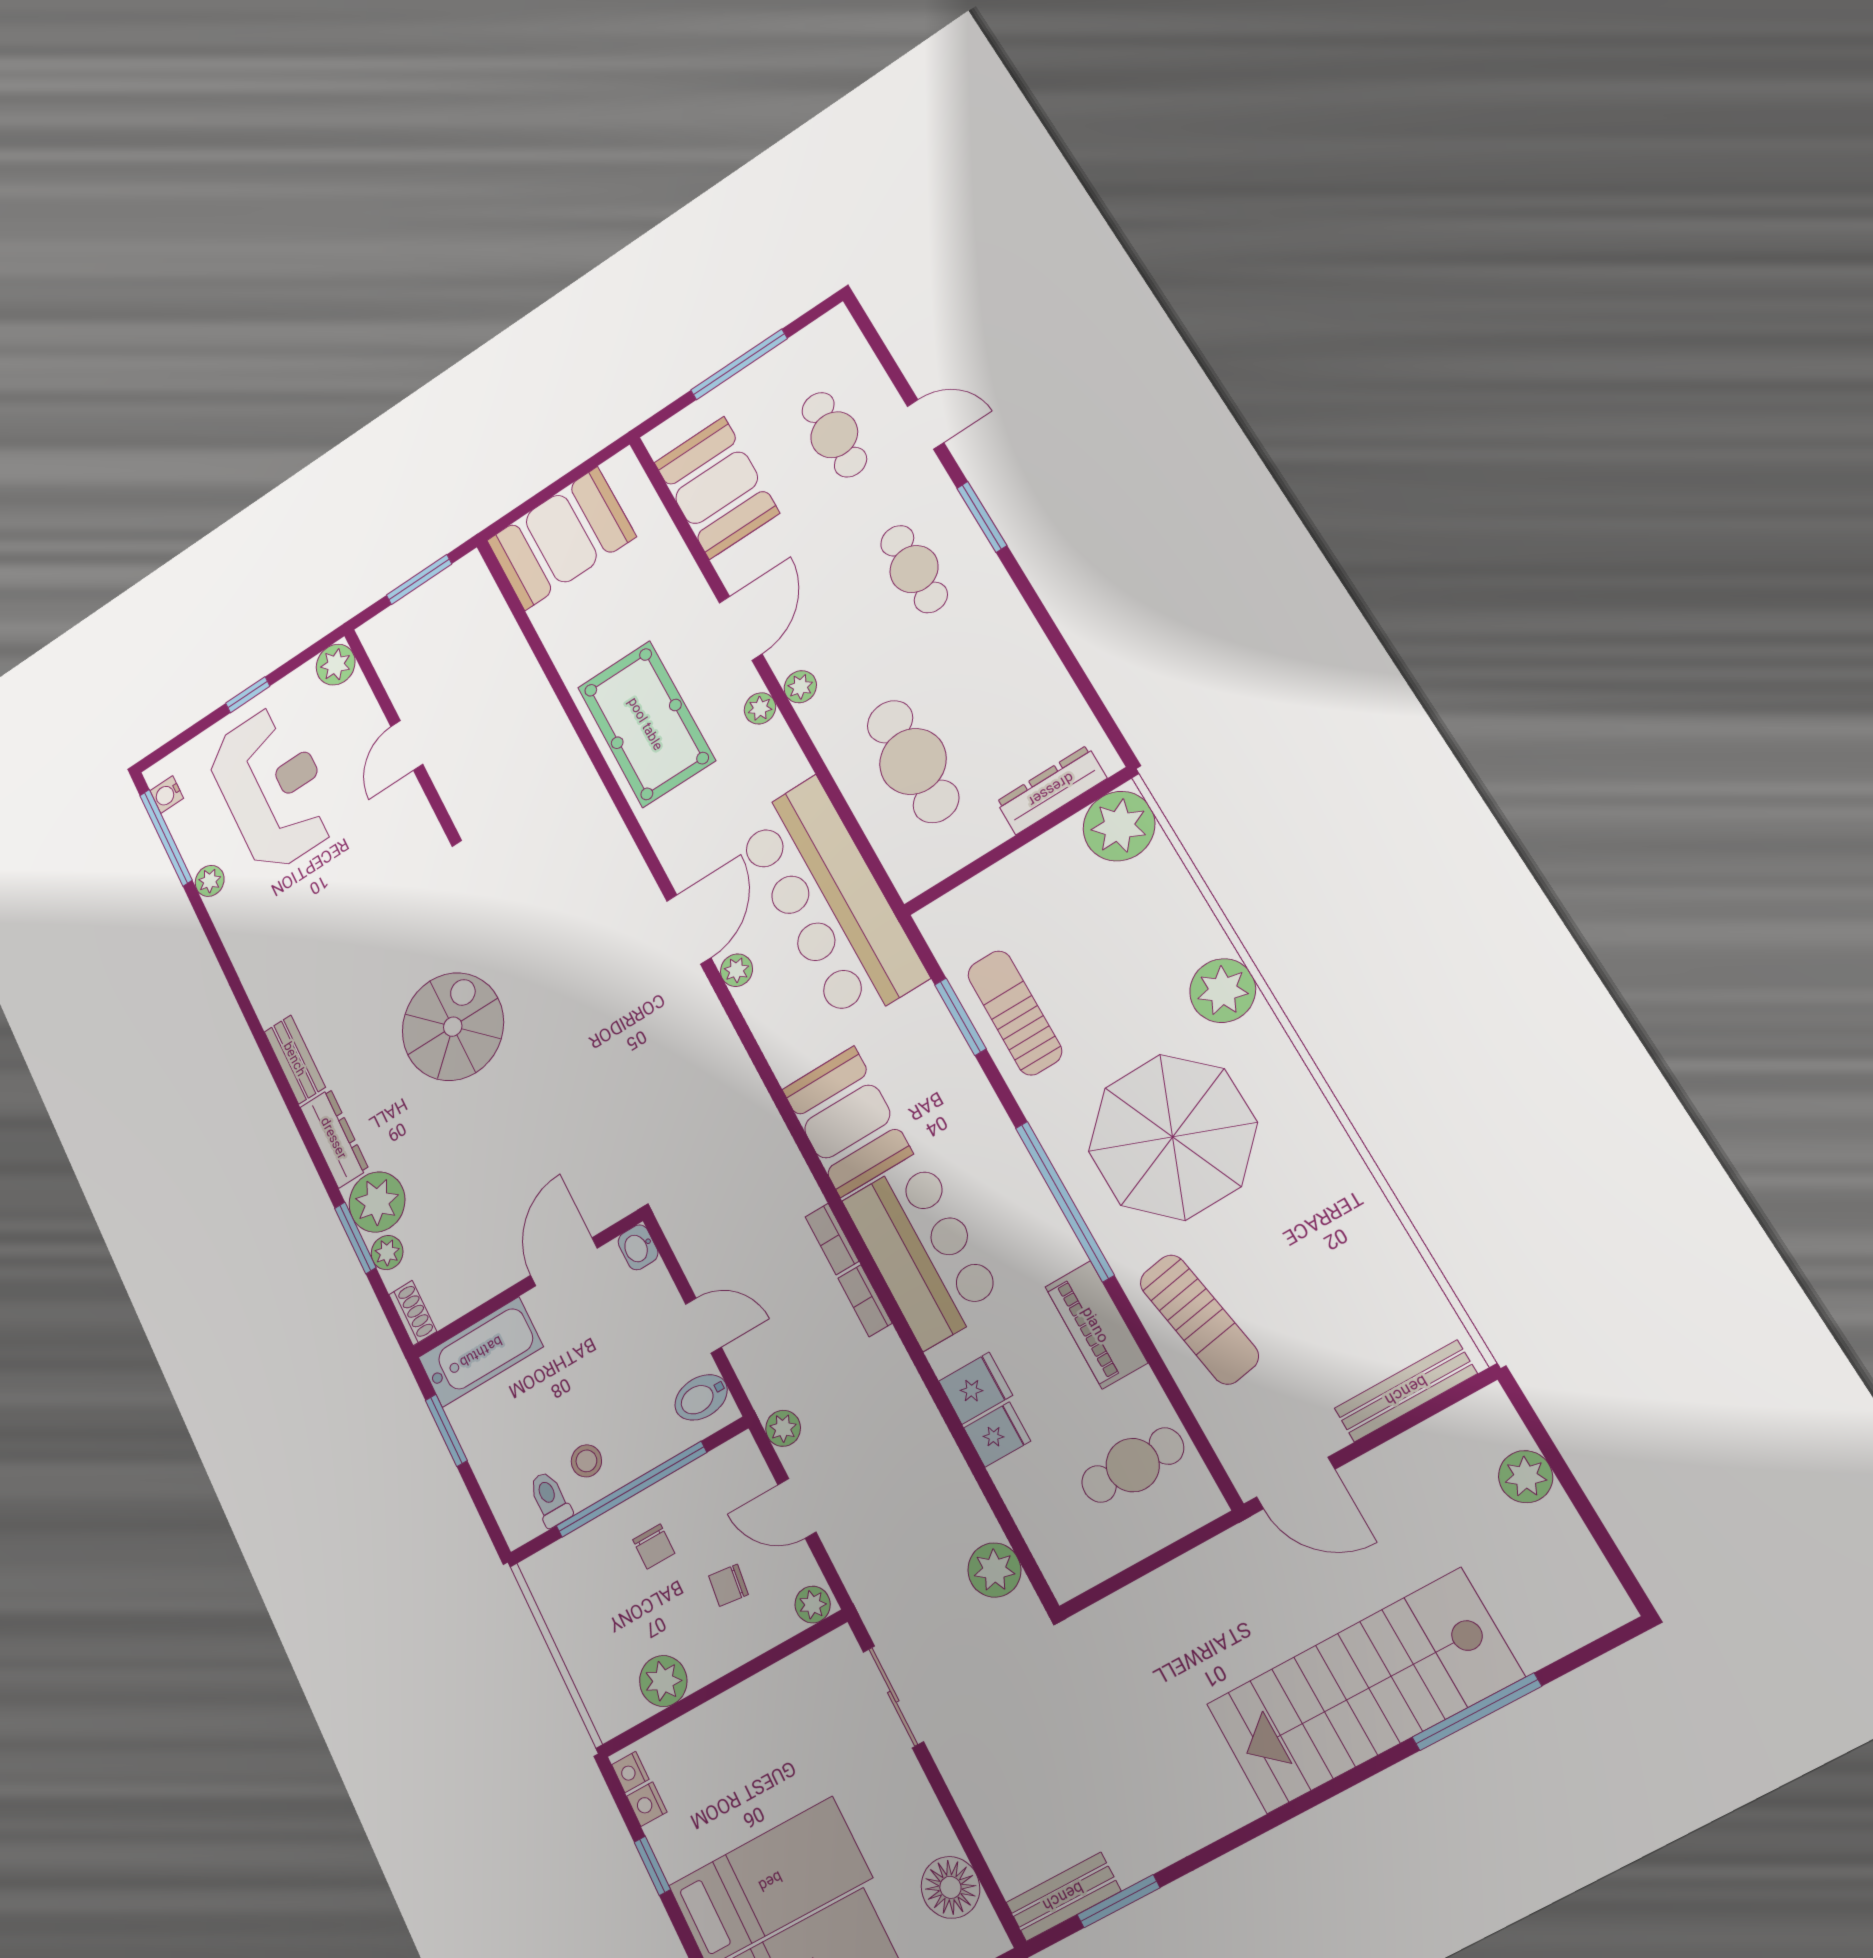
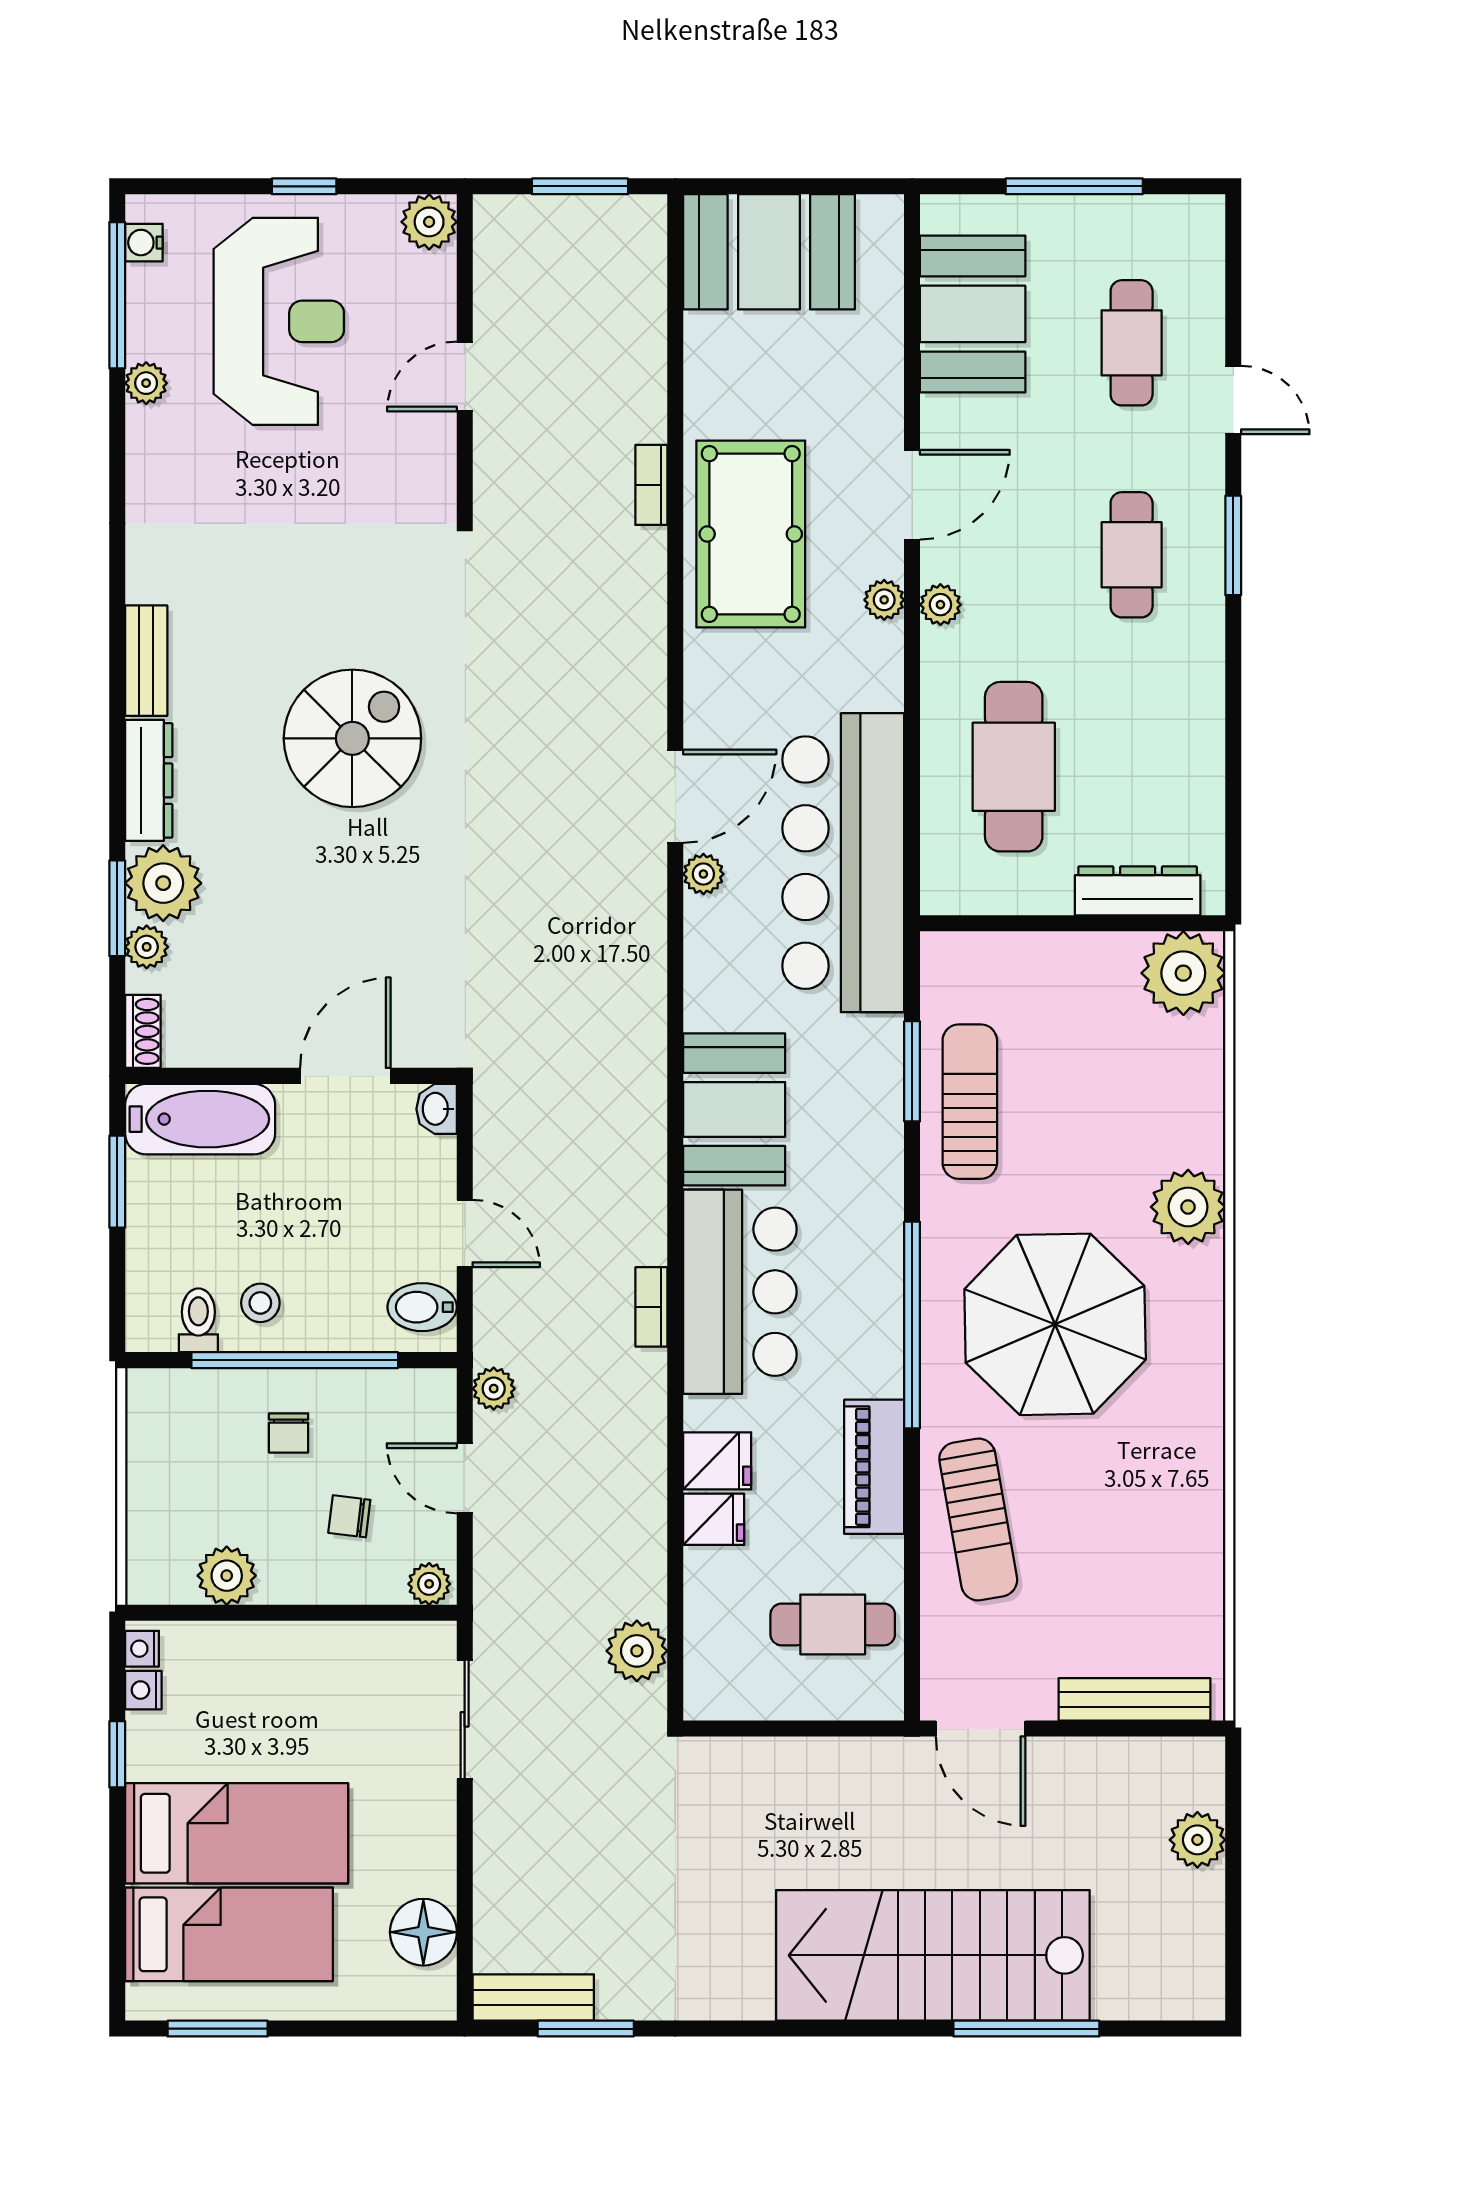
bookcase: (832, 1239) -> (651, 485), moved

